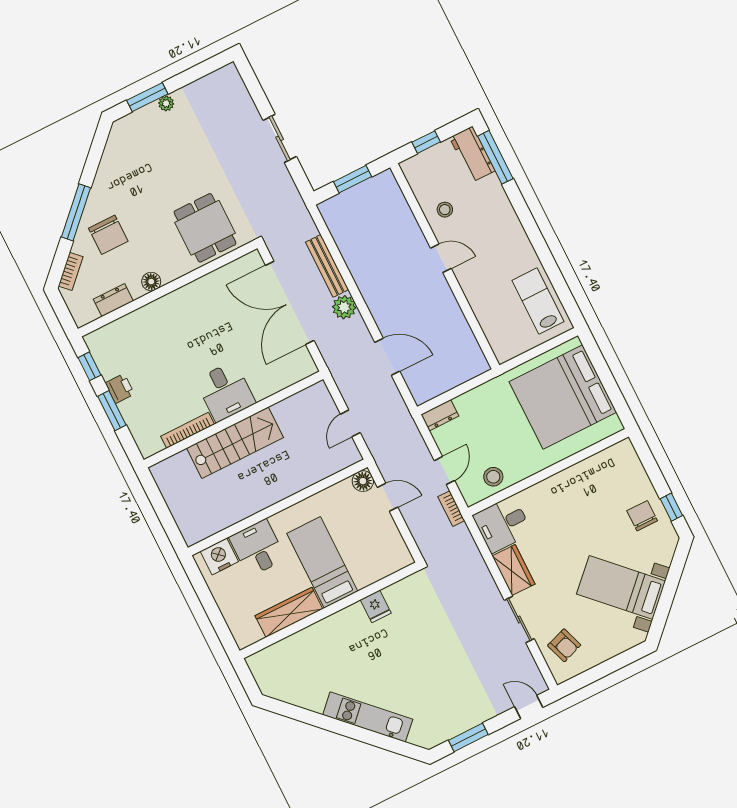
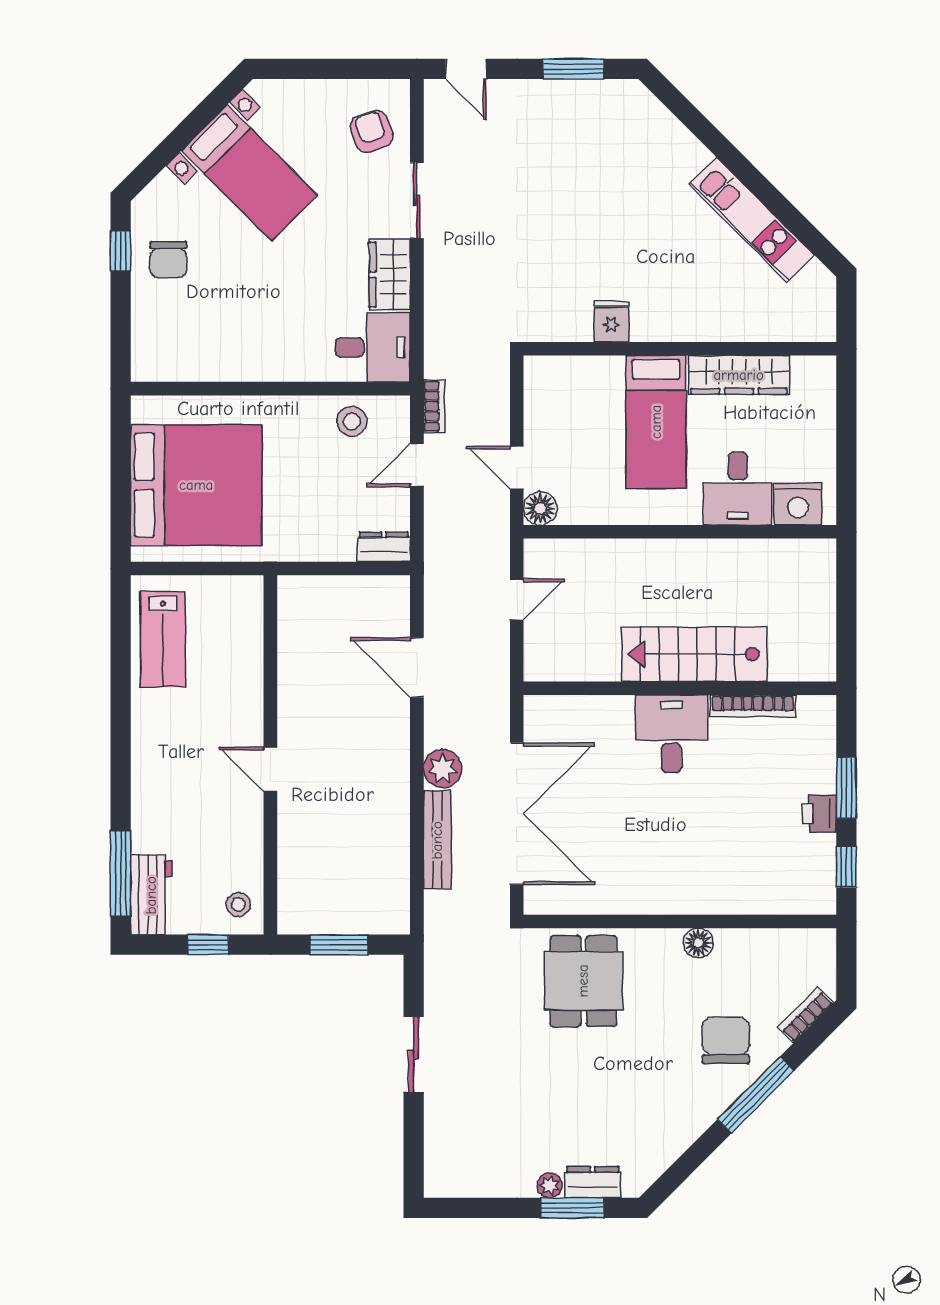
stool: (445, 210) -> (238, 904), moved
dresser: (113, 300) -> (593, 1182), moved, turned 180
kitchen unit: (368, 717) -> (751, 219), moved

